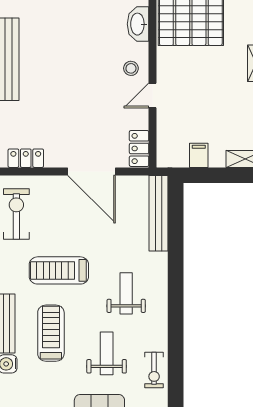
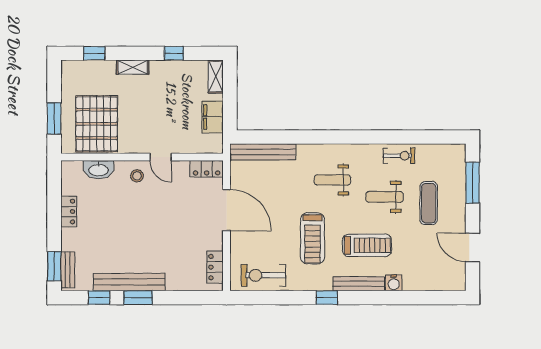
filing cabinet: (199, 155) -> (213, 117), width x2.00
door: (91, 171) -> (226, 210), hinge flipped
treadmill: (51, 333) -> (367, 245), turned 180

